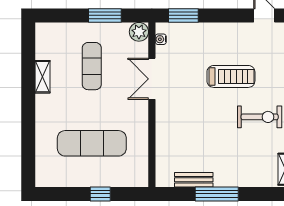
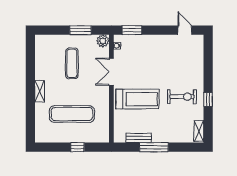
treadmill: (231, 76) -> (137, 99), moved, width x1.37, depth x1.38
shelving: (43, 77) -> (40, 91), moved

